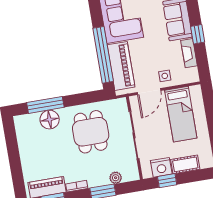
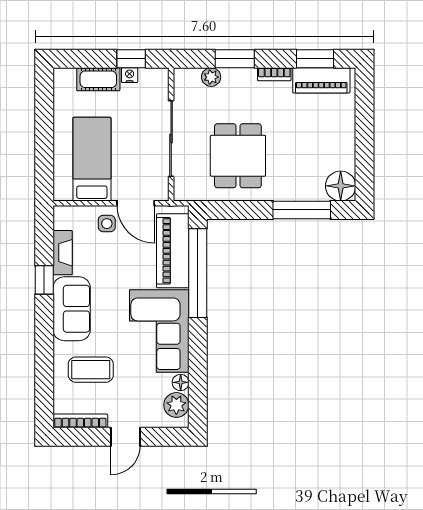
door: (149, 92) -> (136, 203), swing flipped
floor lamp: (50, 120) -> (341, 186), moved
nightstand: (161, 167) -> (130, 75), width x0.53, depth x0.56

